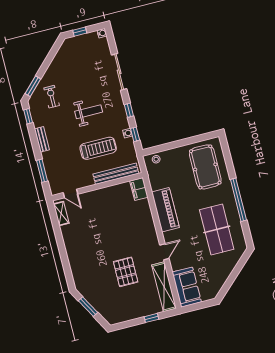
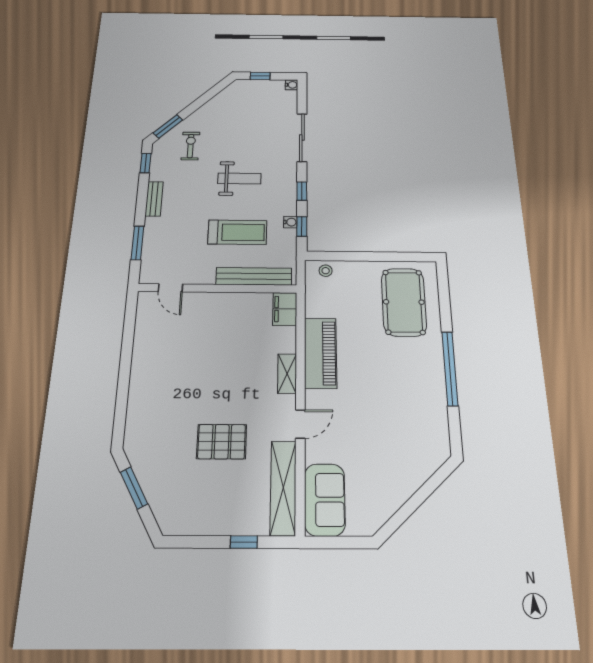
shelving: (61, 214) -> (287, 374), moved
table tennis table: (217, 229) -> (402, 409), removed
pallet: (126, 272) -> (222, 442), turned 90

